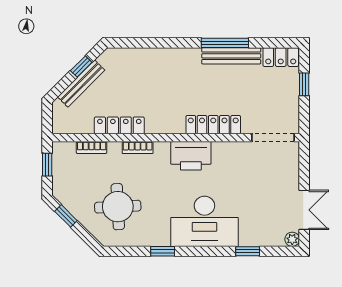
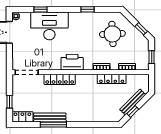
desk: (204, 221) -> (49, 26), moved

